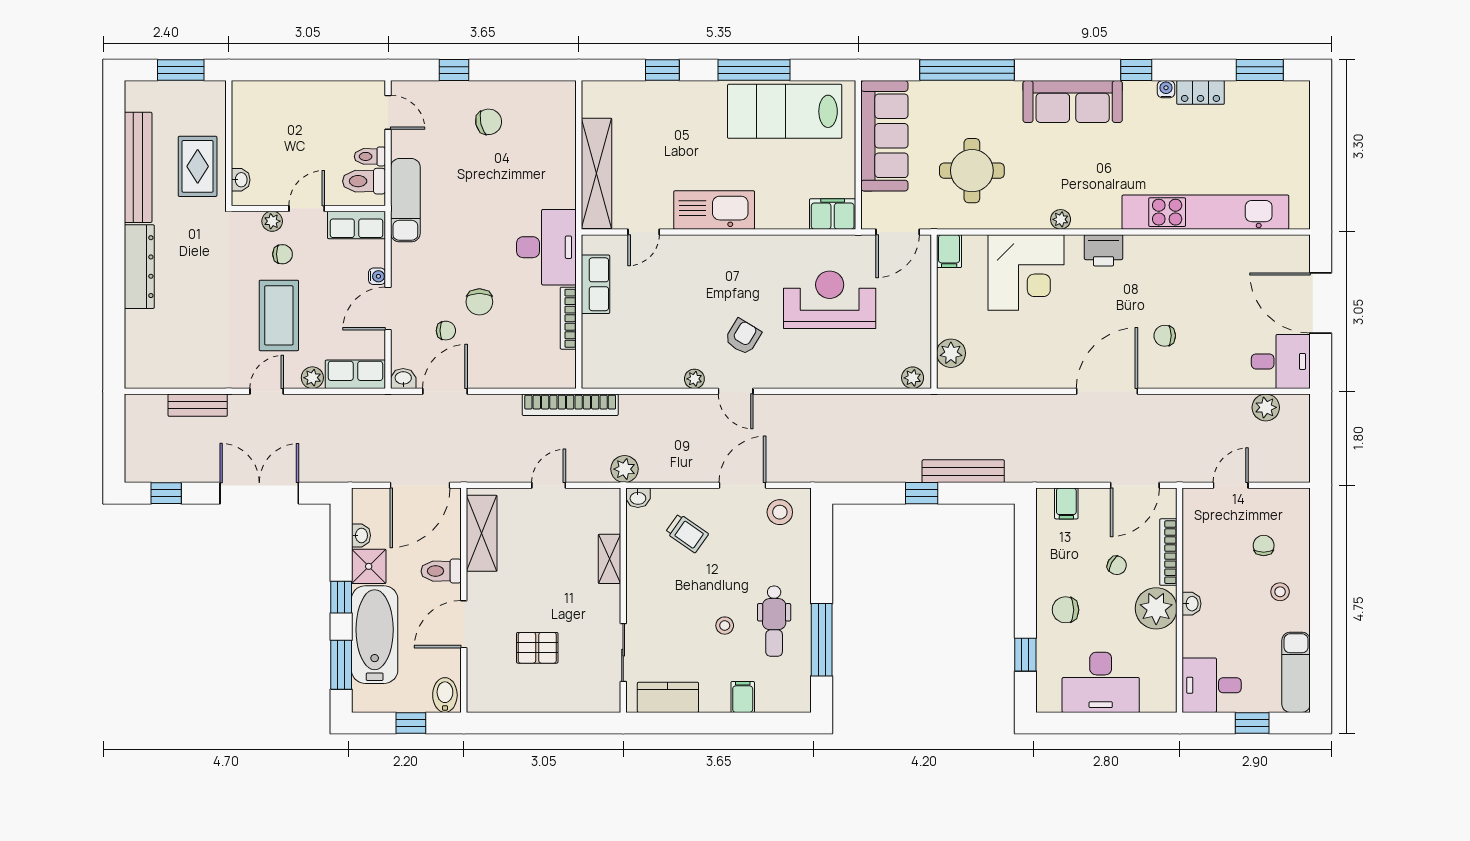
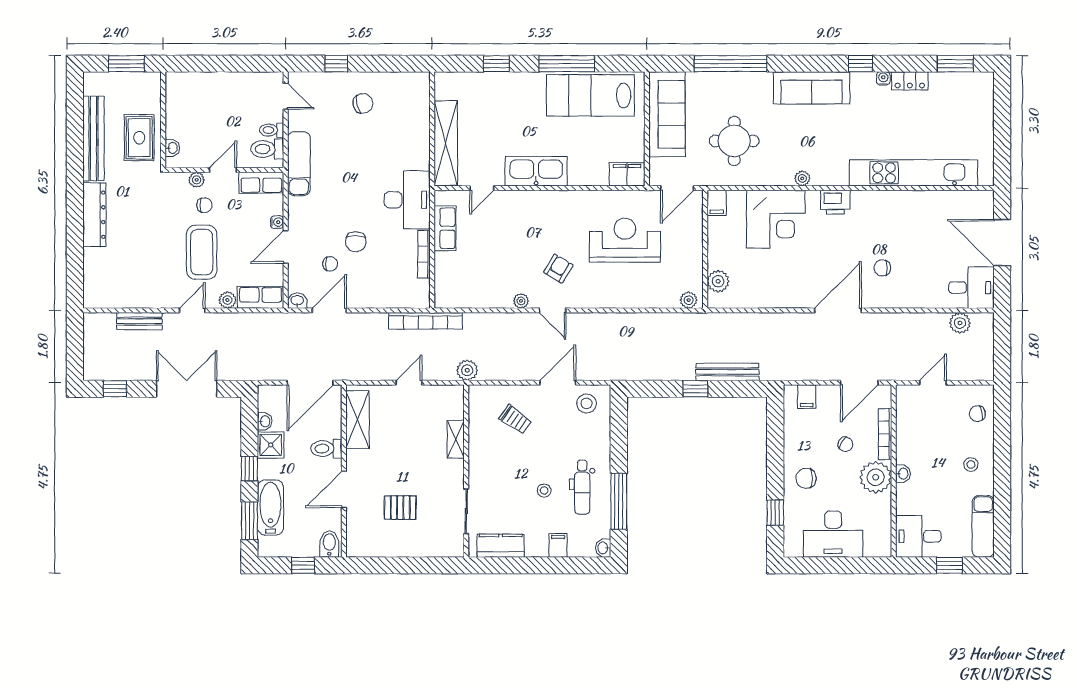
washbasin: (638, 498) -> (603, 548), moved, turned 90
chair: (1264, 545) -> (977, 414), moved, turned -103
bathtub: (375, 635) -> (271, 507), width x0.73, depth x0.73

